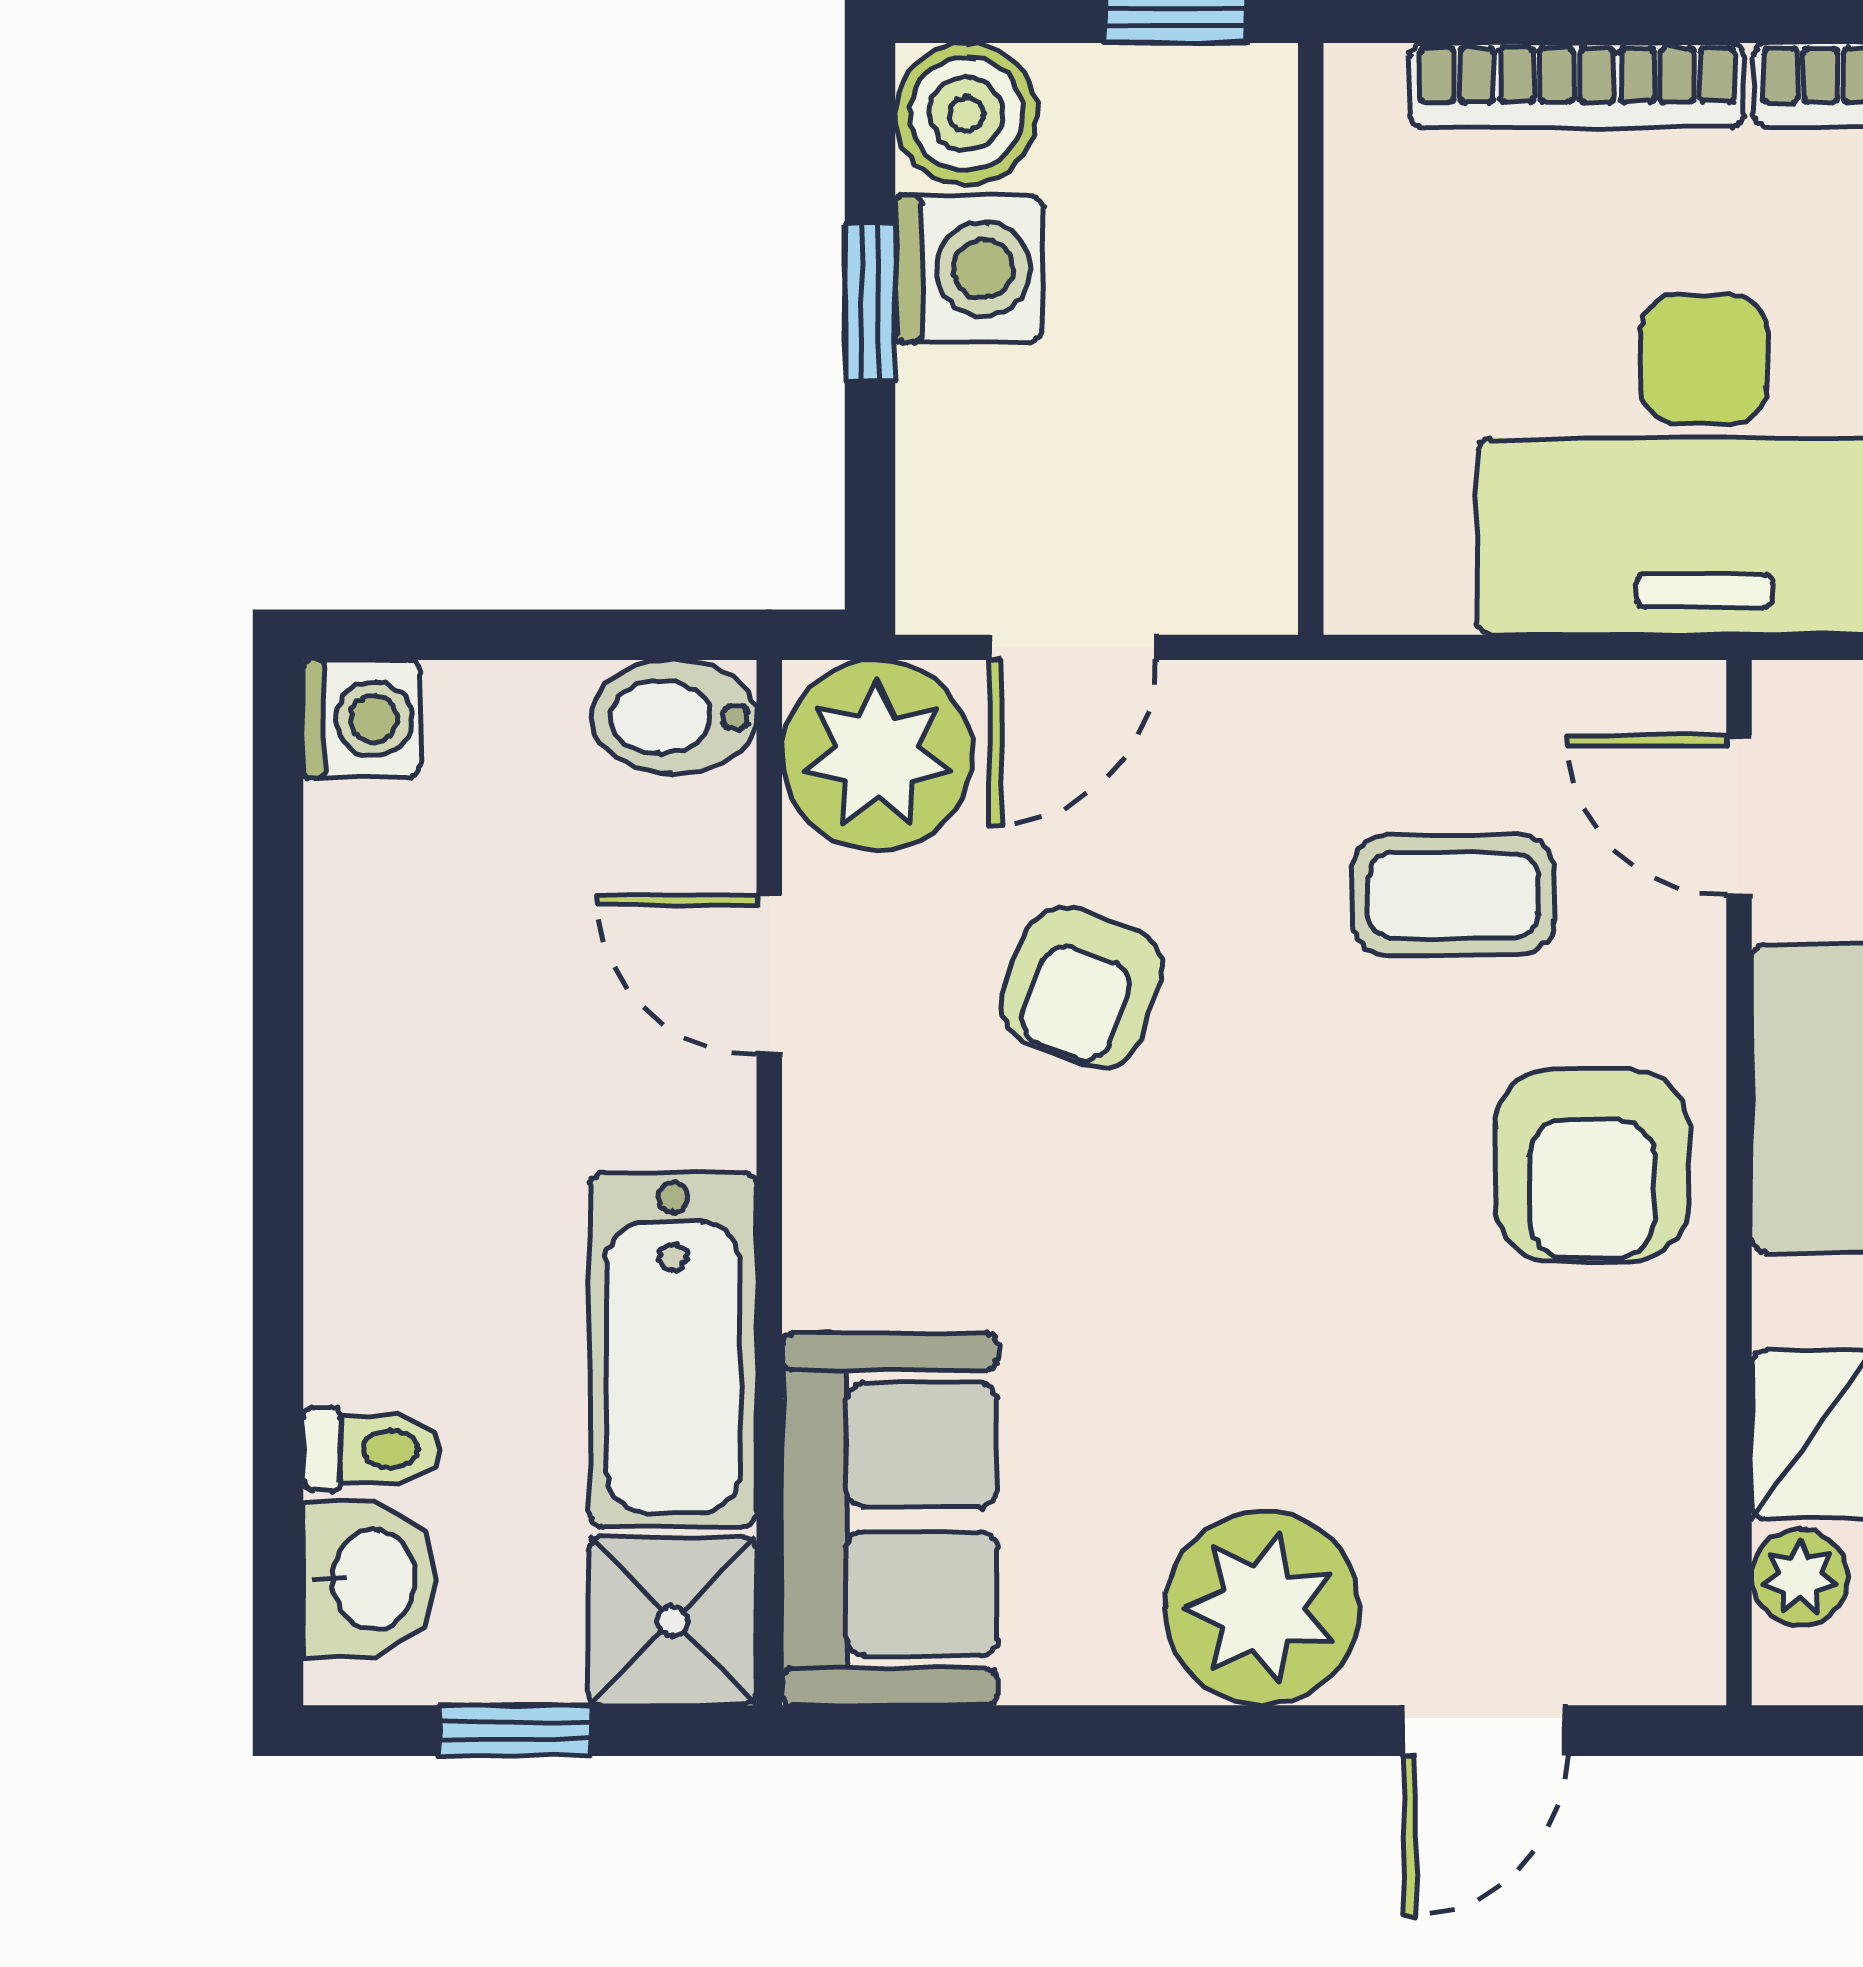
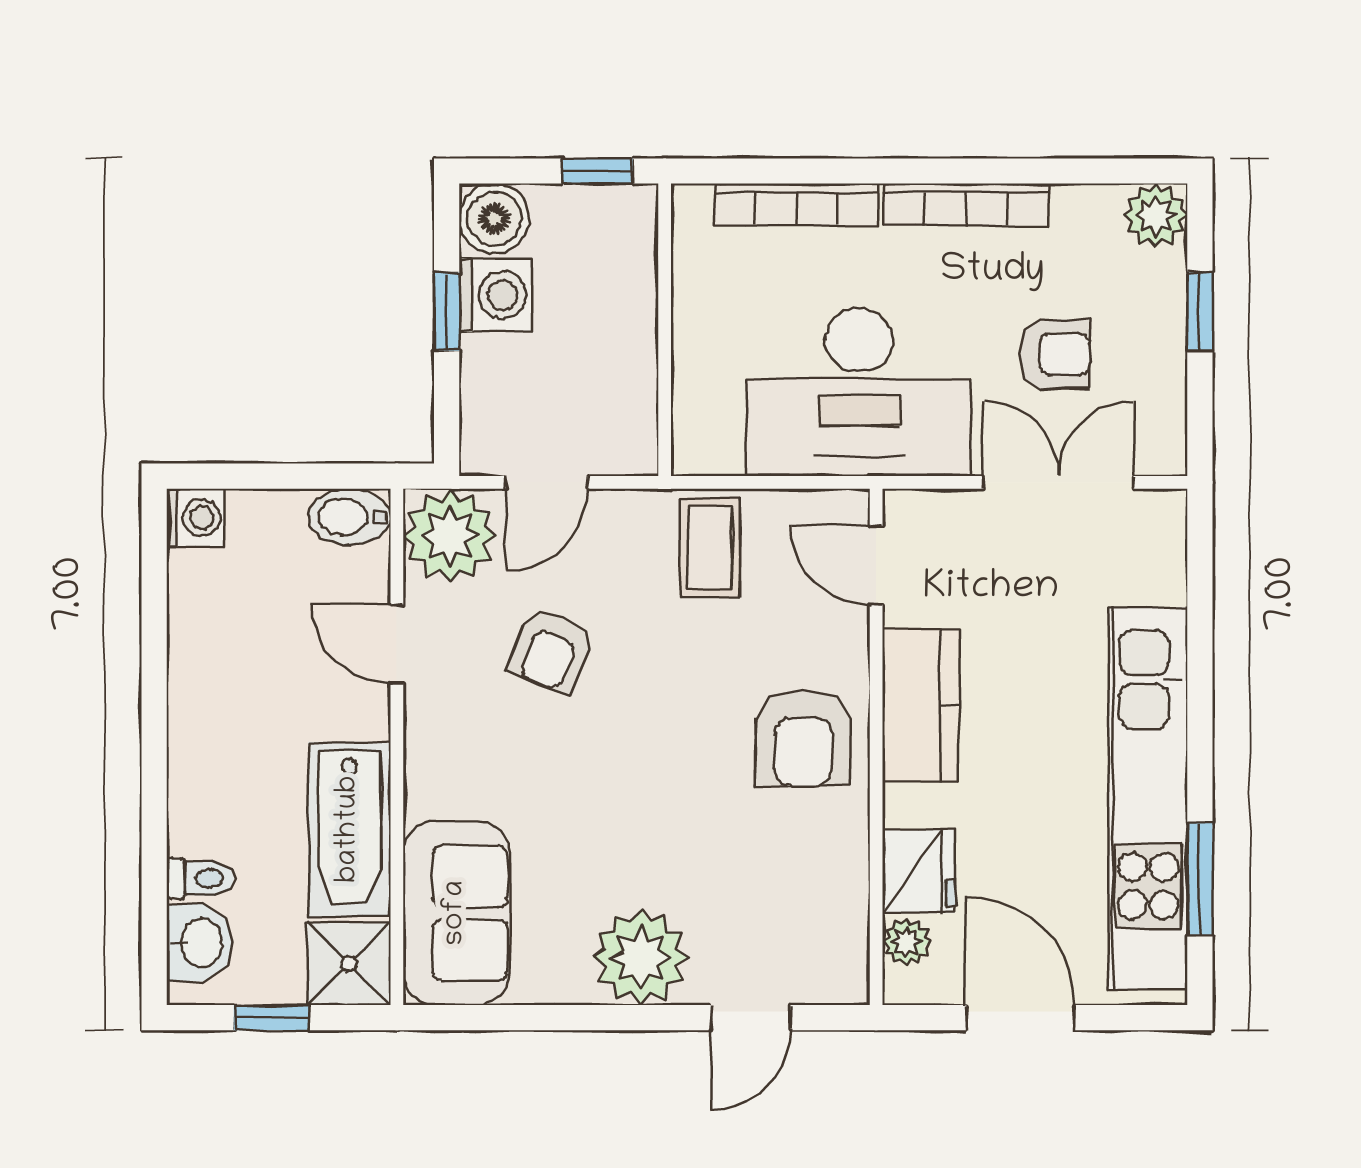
coffee table: (1453, 895) -> (710, 547), moved, turned 90

